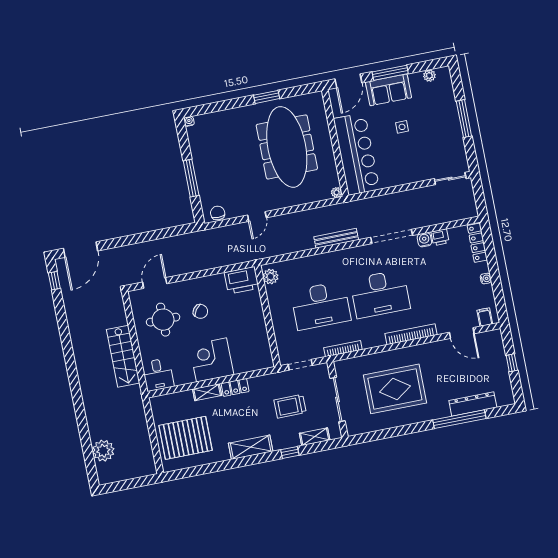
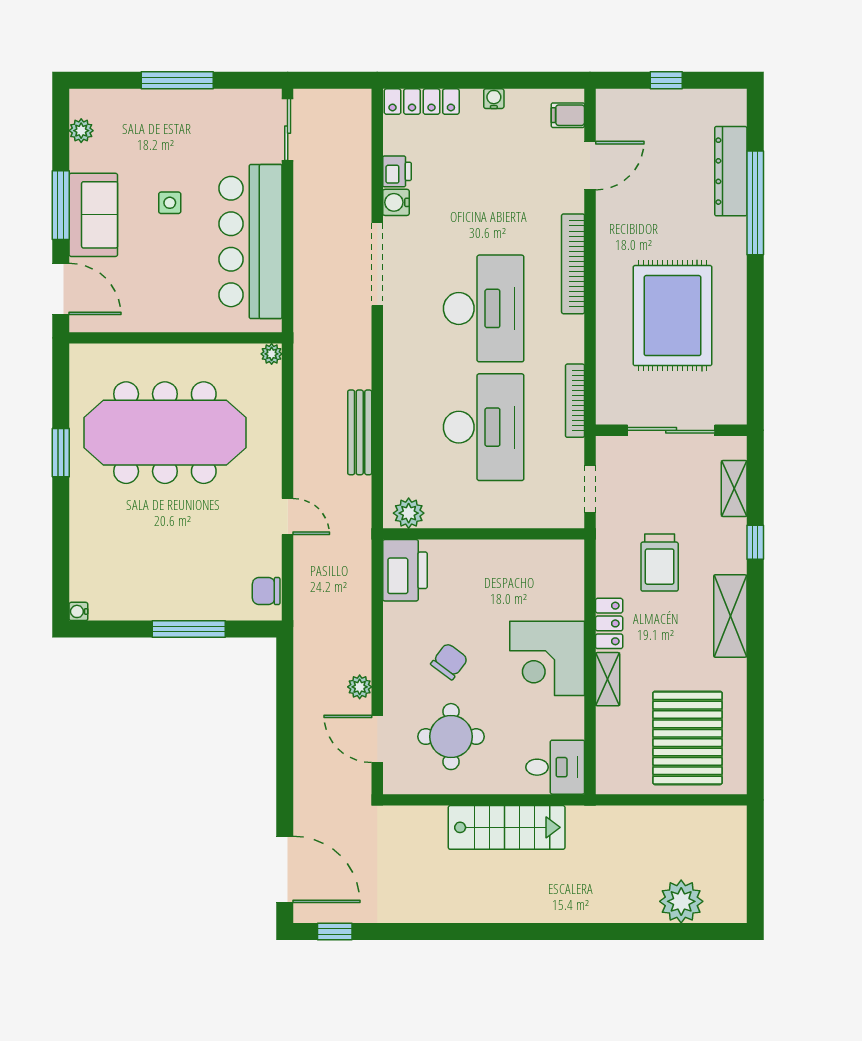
bar counter: (357, 154) -> (251, 242), moved, turned -90
bench: (336, 238) -> (360, 432), moved
plant: (179, 269) -> (360, 687), added
trolley: (290, 406) -> (660, 563), moved

